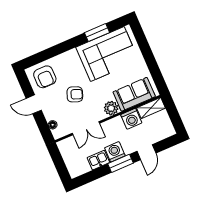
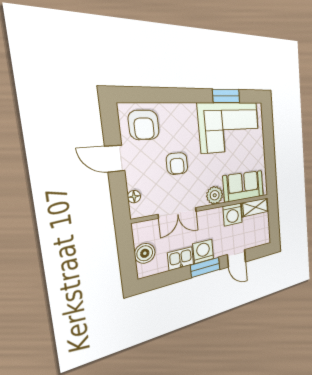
armchair: (75, 94) -> (177, 164), turned 69
door: (146, 152) -> (237, 258), hinge flipped
boiler: (71, 161) -> (145, 253), added

